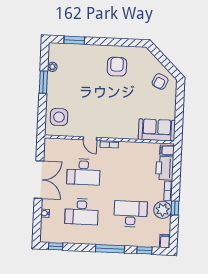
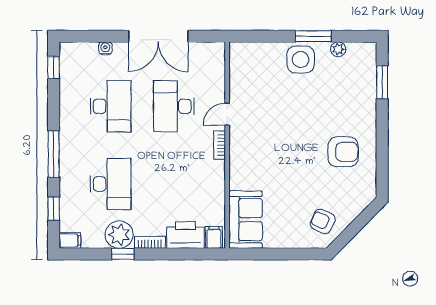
side table: (59, 117) -> (301, 60), moved
desk: (82, 212) -> (111, 106), turned 180

